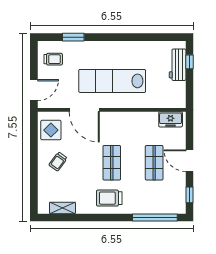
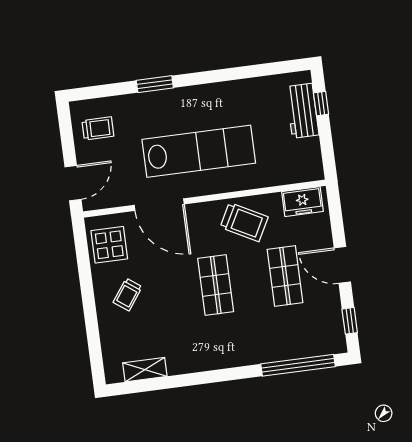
window: (73, 37) -> (155, 84), moved
lab bench: (112, 81) -> (199, 151), turned 180
trolley: (109, 198) -> (244, 222), moved, turned -152

